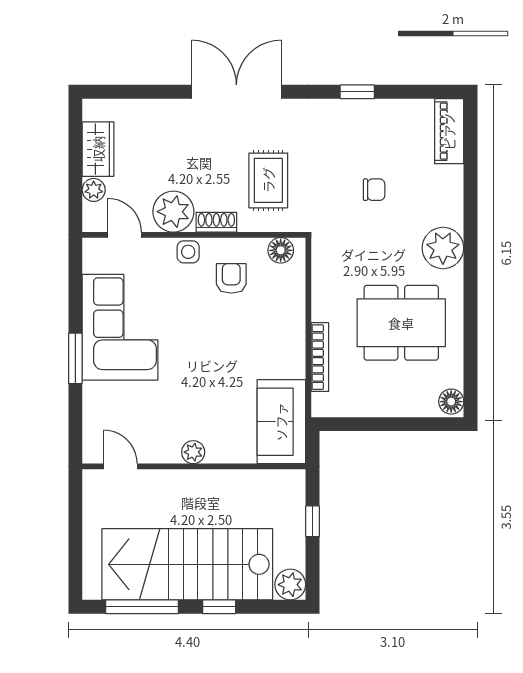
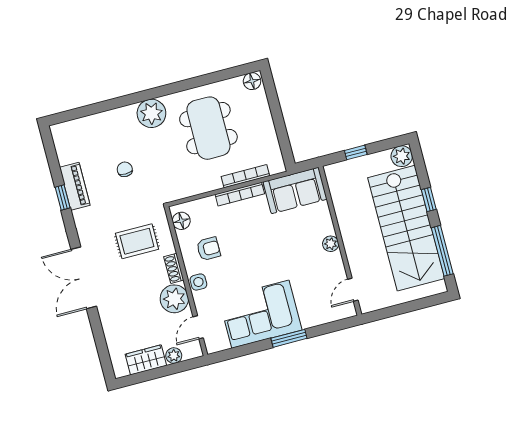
piano: (449, 131) -> (75, 186), moved, turned -90
armchair: (231, 278) -> (209, 249), turned 180
bookcase: (297, 343) -> (240, 194), added

